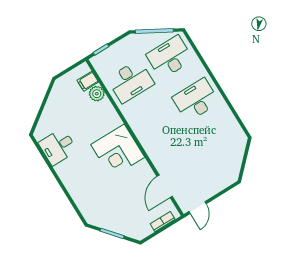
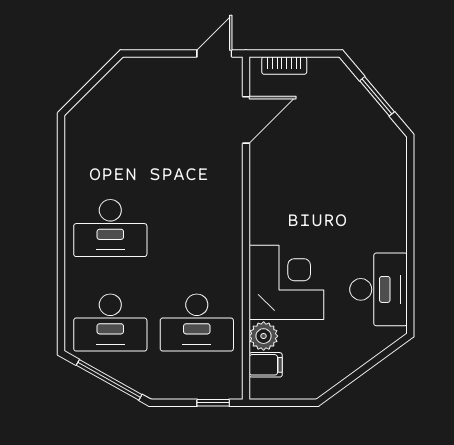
desk: (131, 81) -> (197, 323), turned 180
desk: (58, 147) -> (378, 289), width x1.37
corner desk: (118, 151) -> (286, 282), moved

